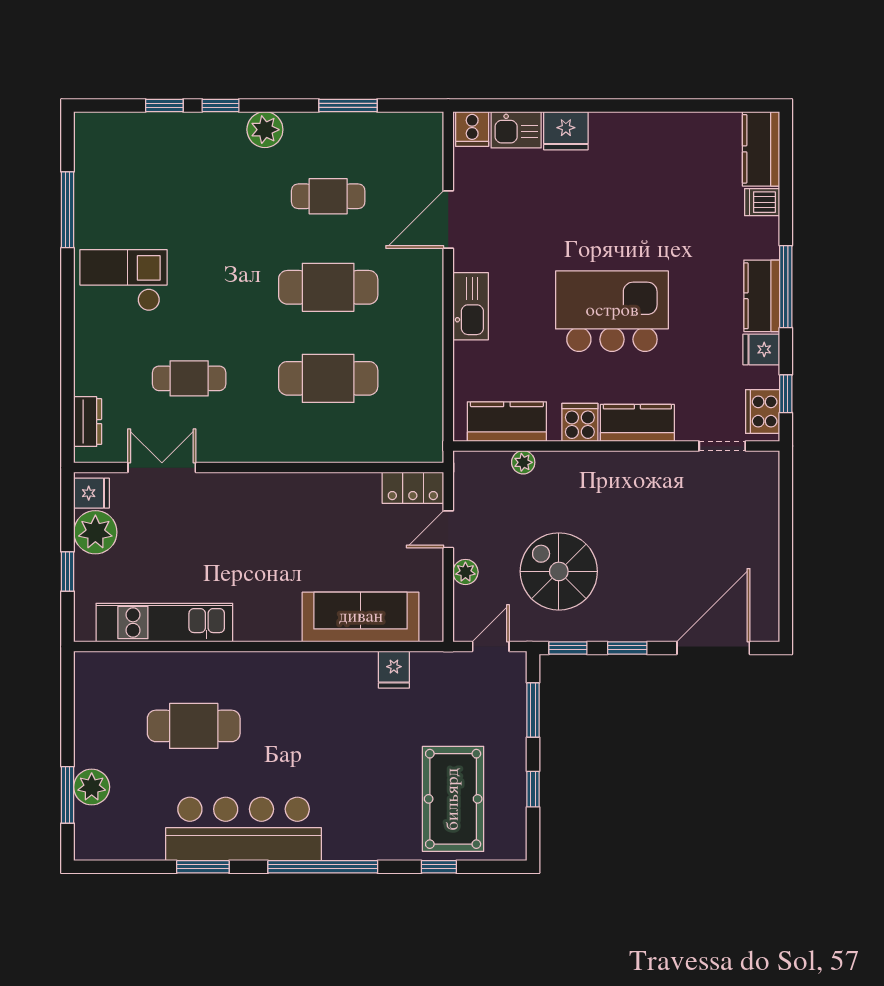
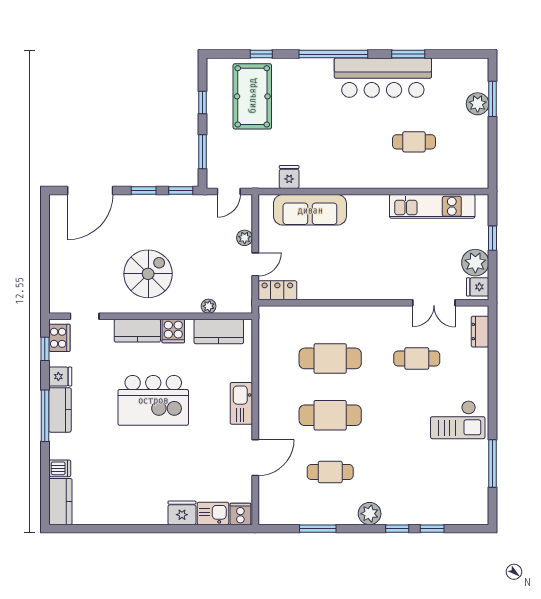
spiral stairs: (559, 571) -> (148, 274), moved, turned -90
cafe table: (194, 726) -> (414, 142), width x0.73, depth x0.74

